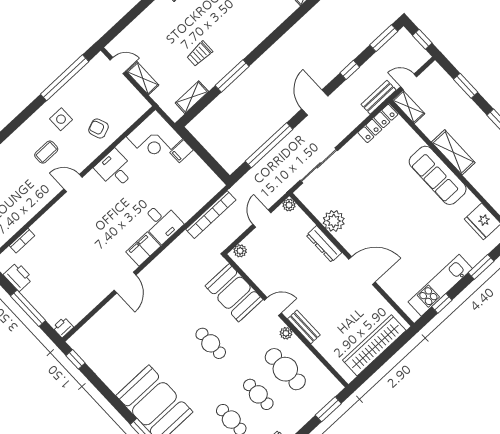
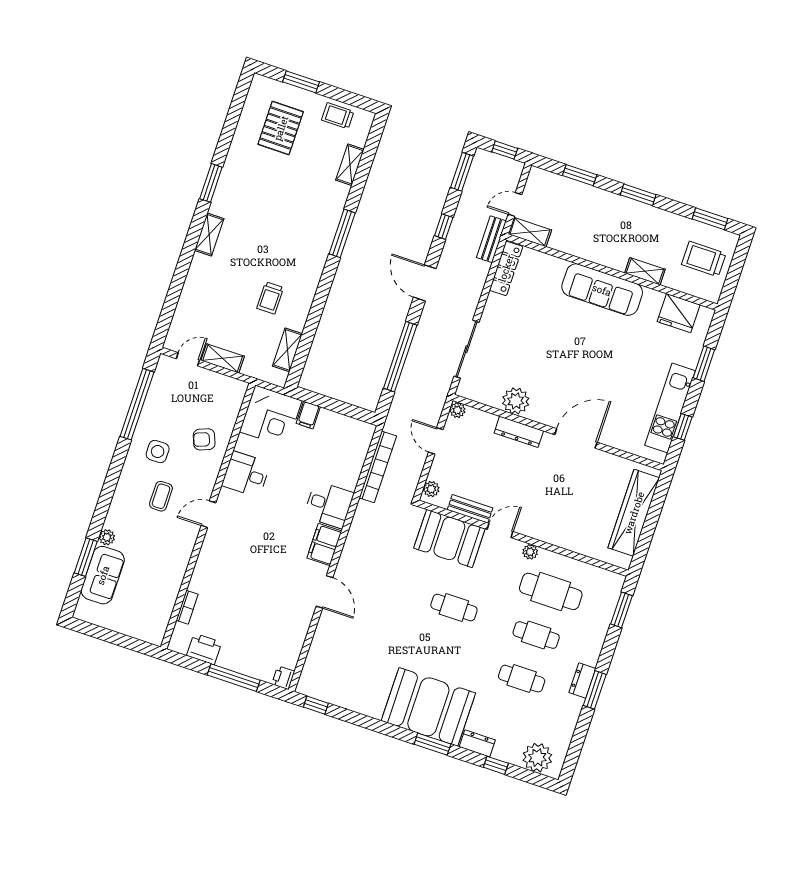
window: (232, 76) -> (342, 233), moved
shelving: (453, 152) -> (645, 271), moved, width x0.67, depth x0.75
bench: (304, 327) -> (470, 509), moved

